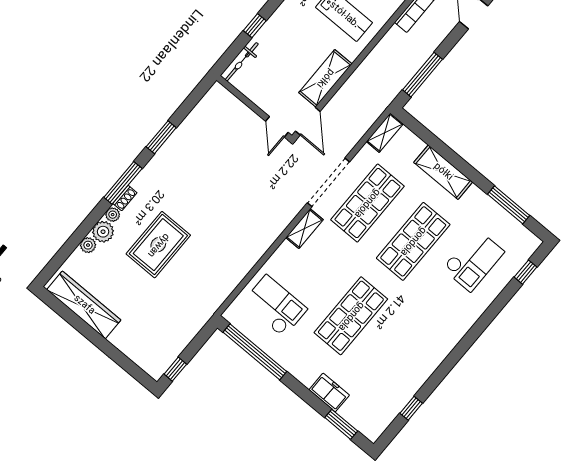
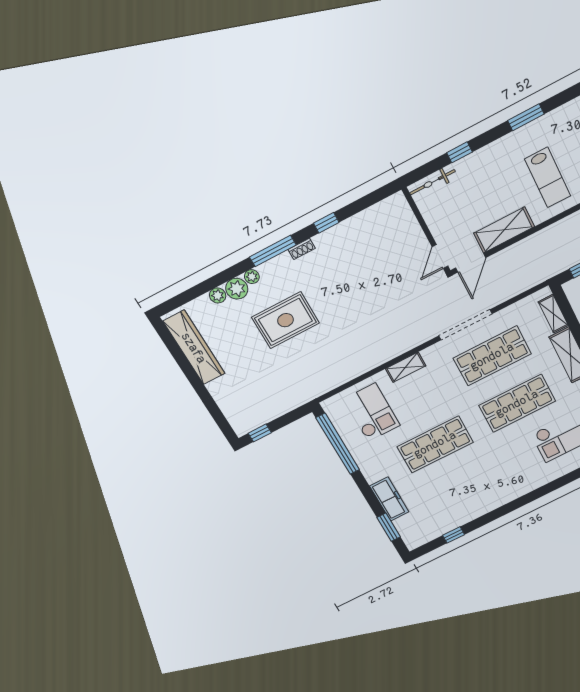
shelving: (385, 133) -> (553, 314), moved, turned 90
window: (161, 137) -> (326, 223), width x0.67
shoe rack: (125, 198) -> (302, 249), moved
shelving: (304, 229) -> (406, 367), moved
freezer: (329, 392) -> (389, 499), width x1.40

